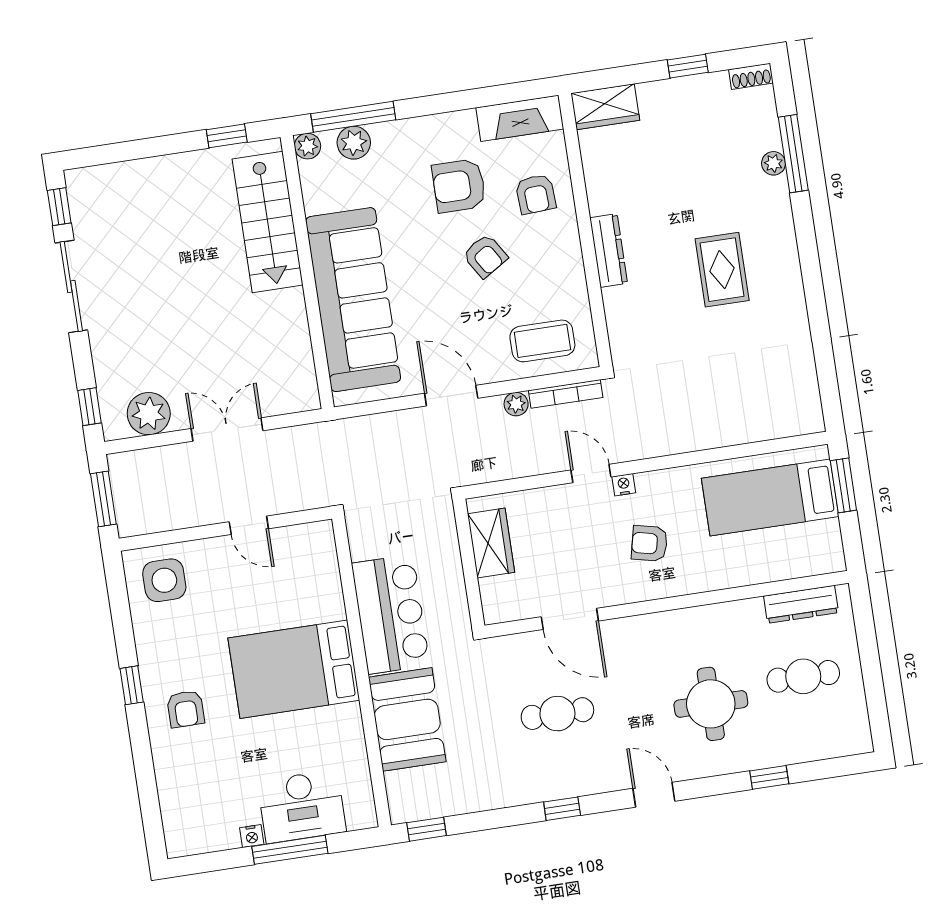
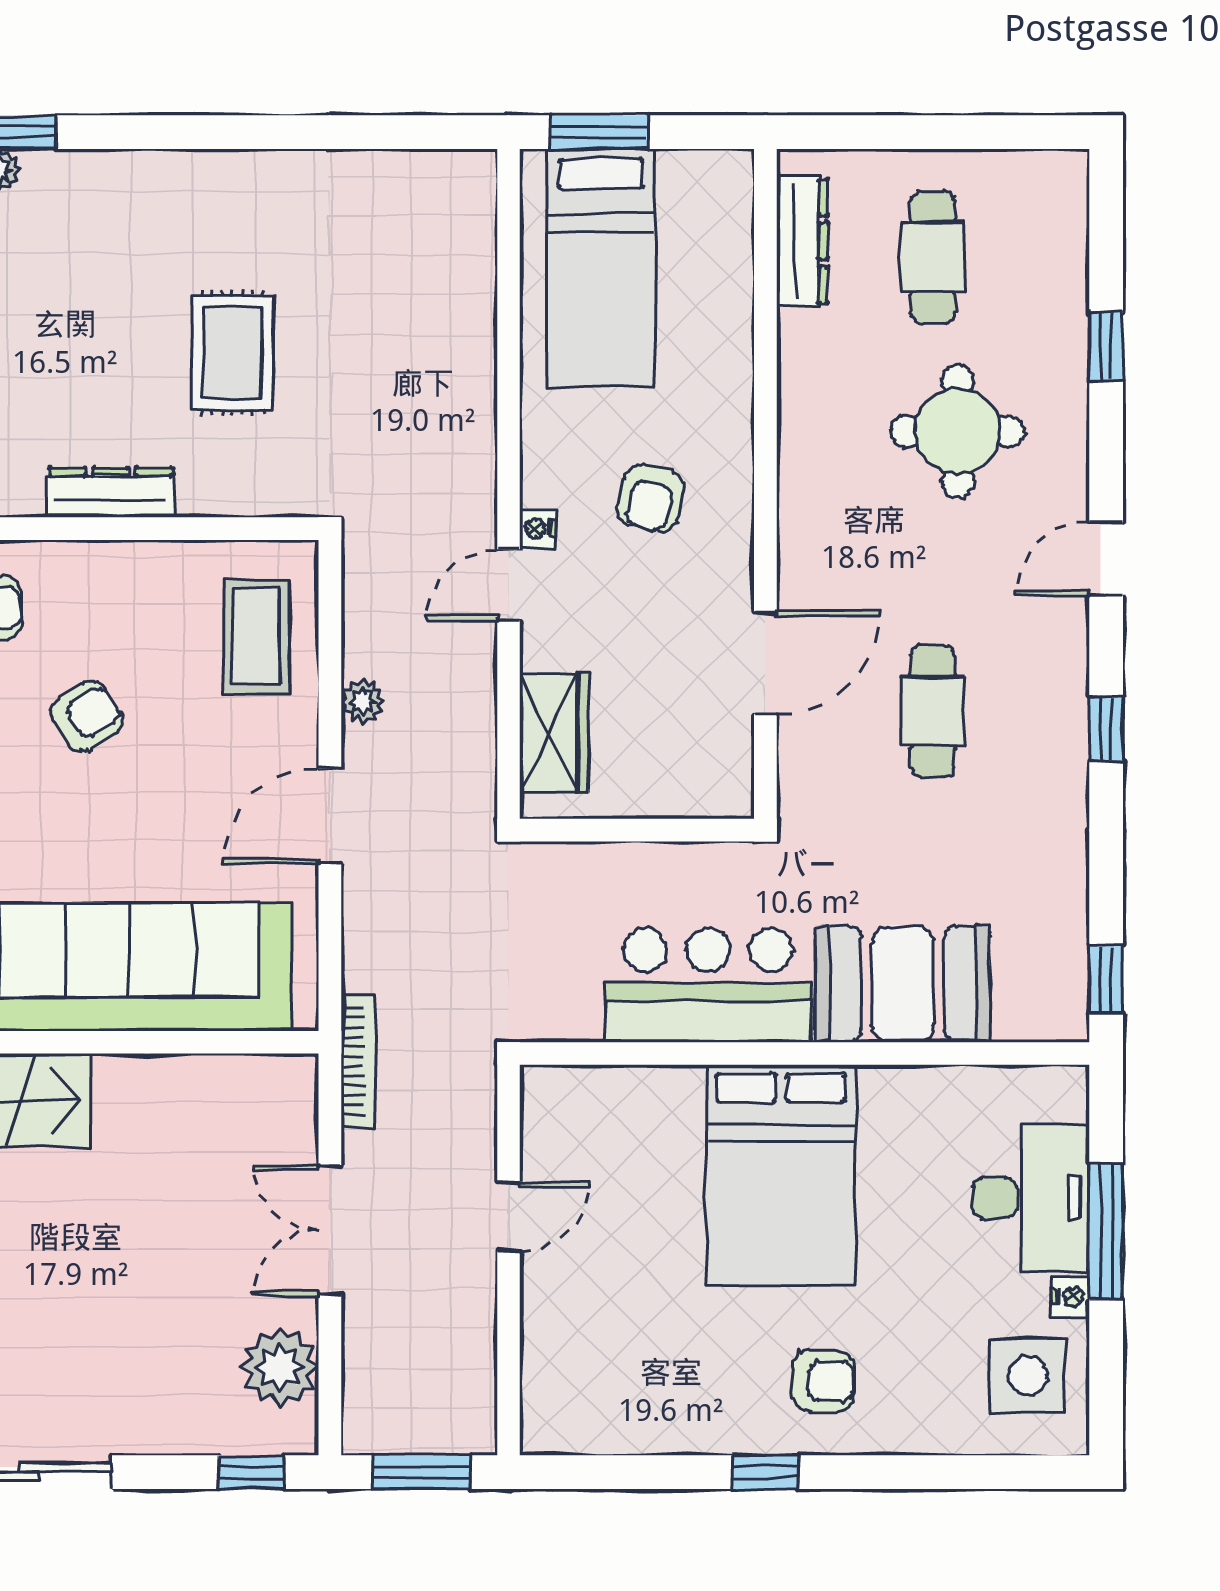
rug: (722, 270) -> (232, 353), moved, turned 90
bookcase: (566, 394) -> (358, 1061), moved
wardrobe: (491, 543) -> (554, 734), moved, turned 90
side table: (164, 580) -> (1027, 1376), moved

